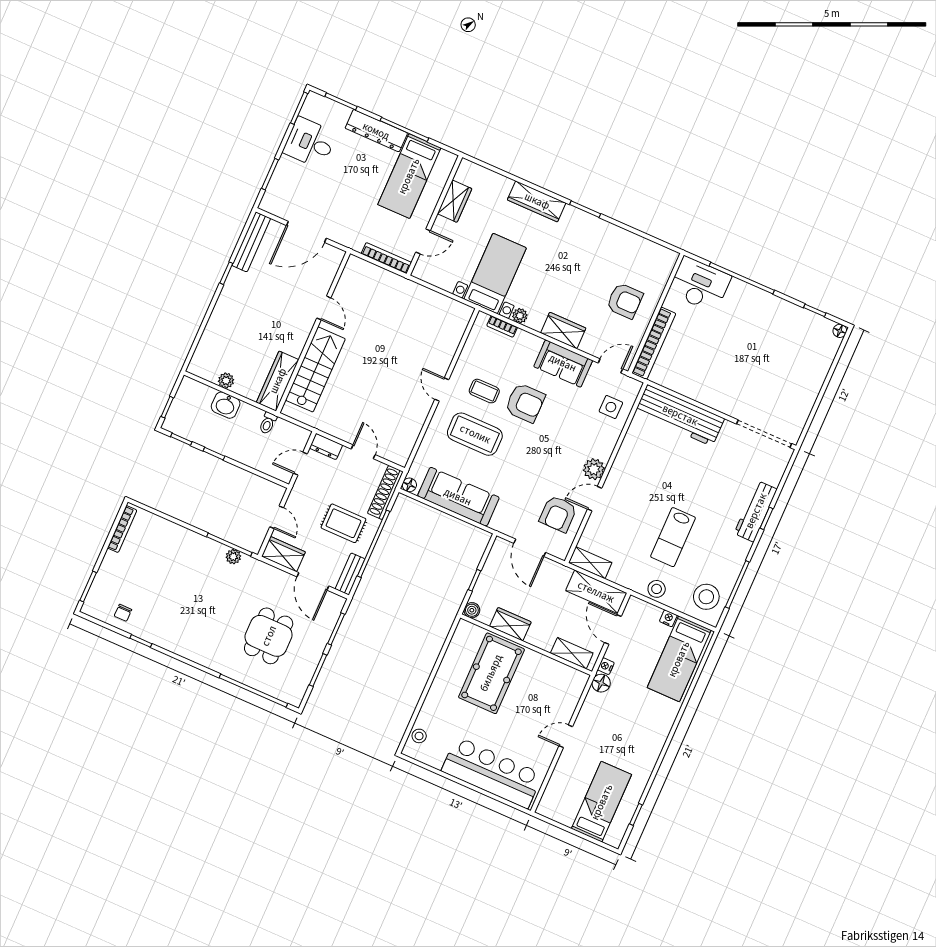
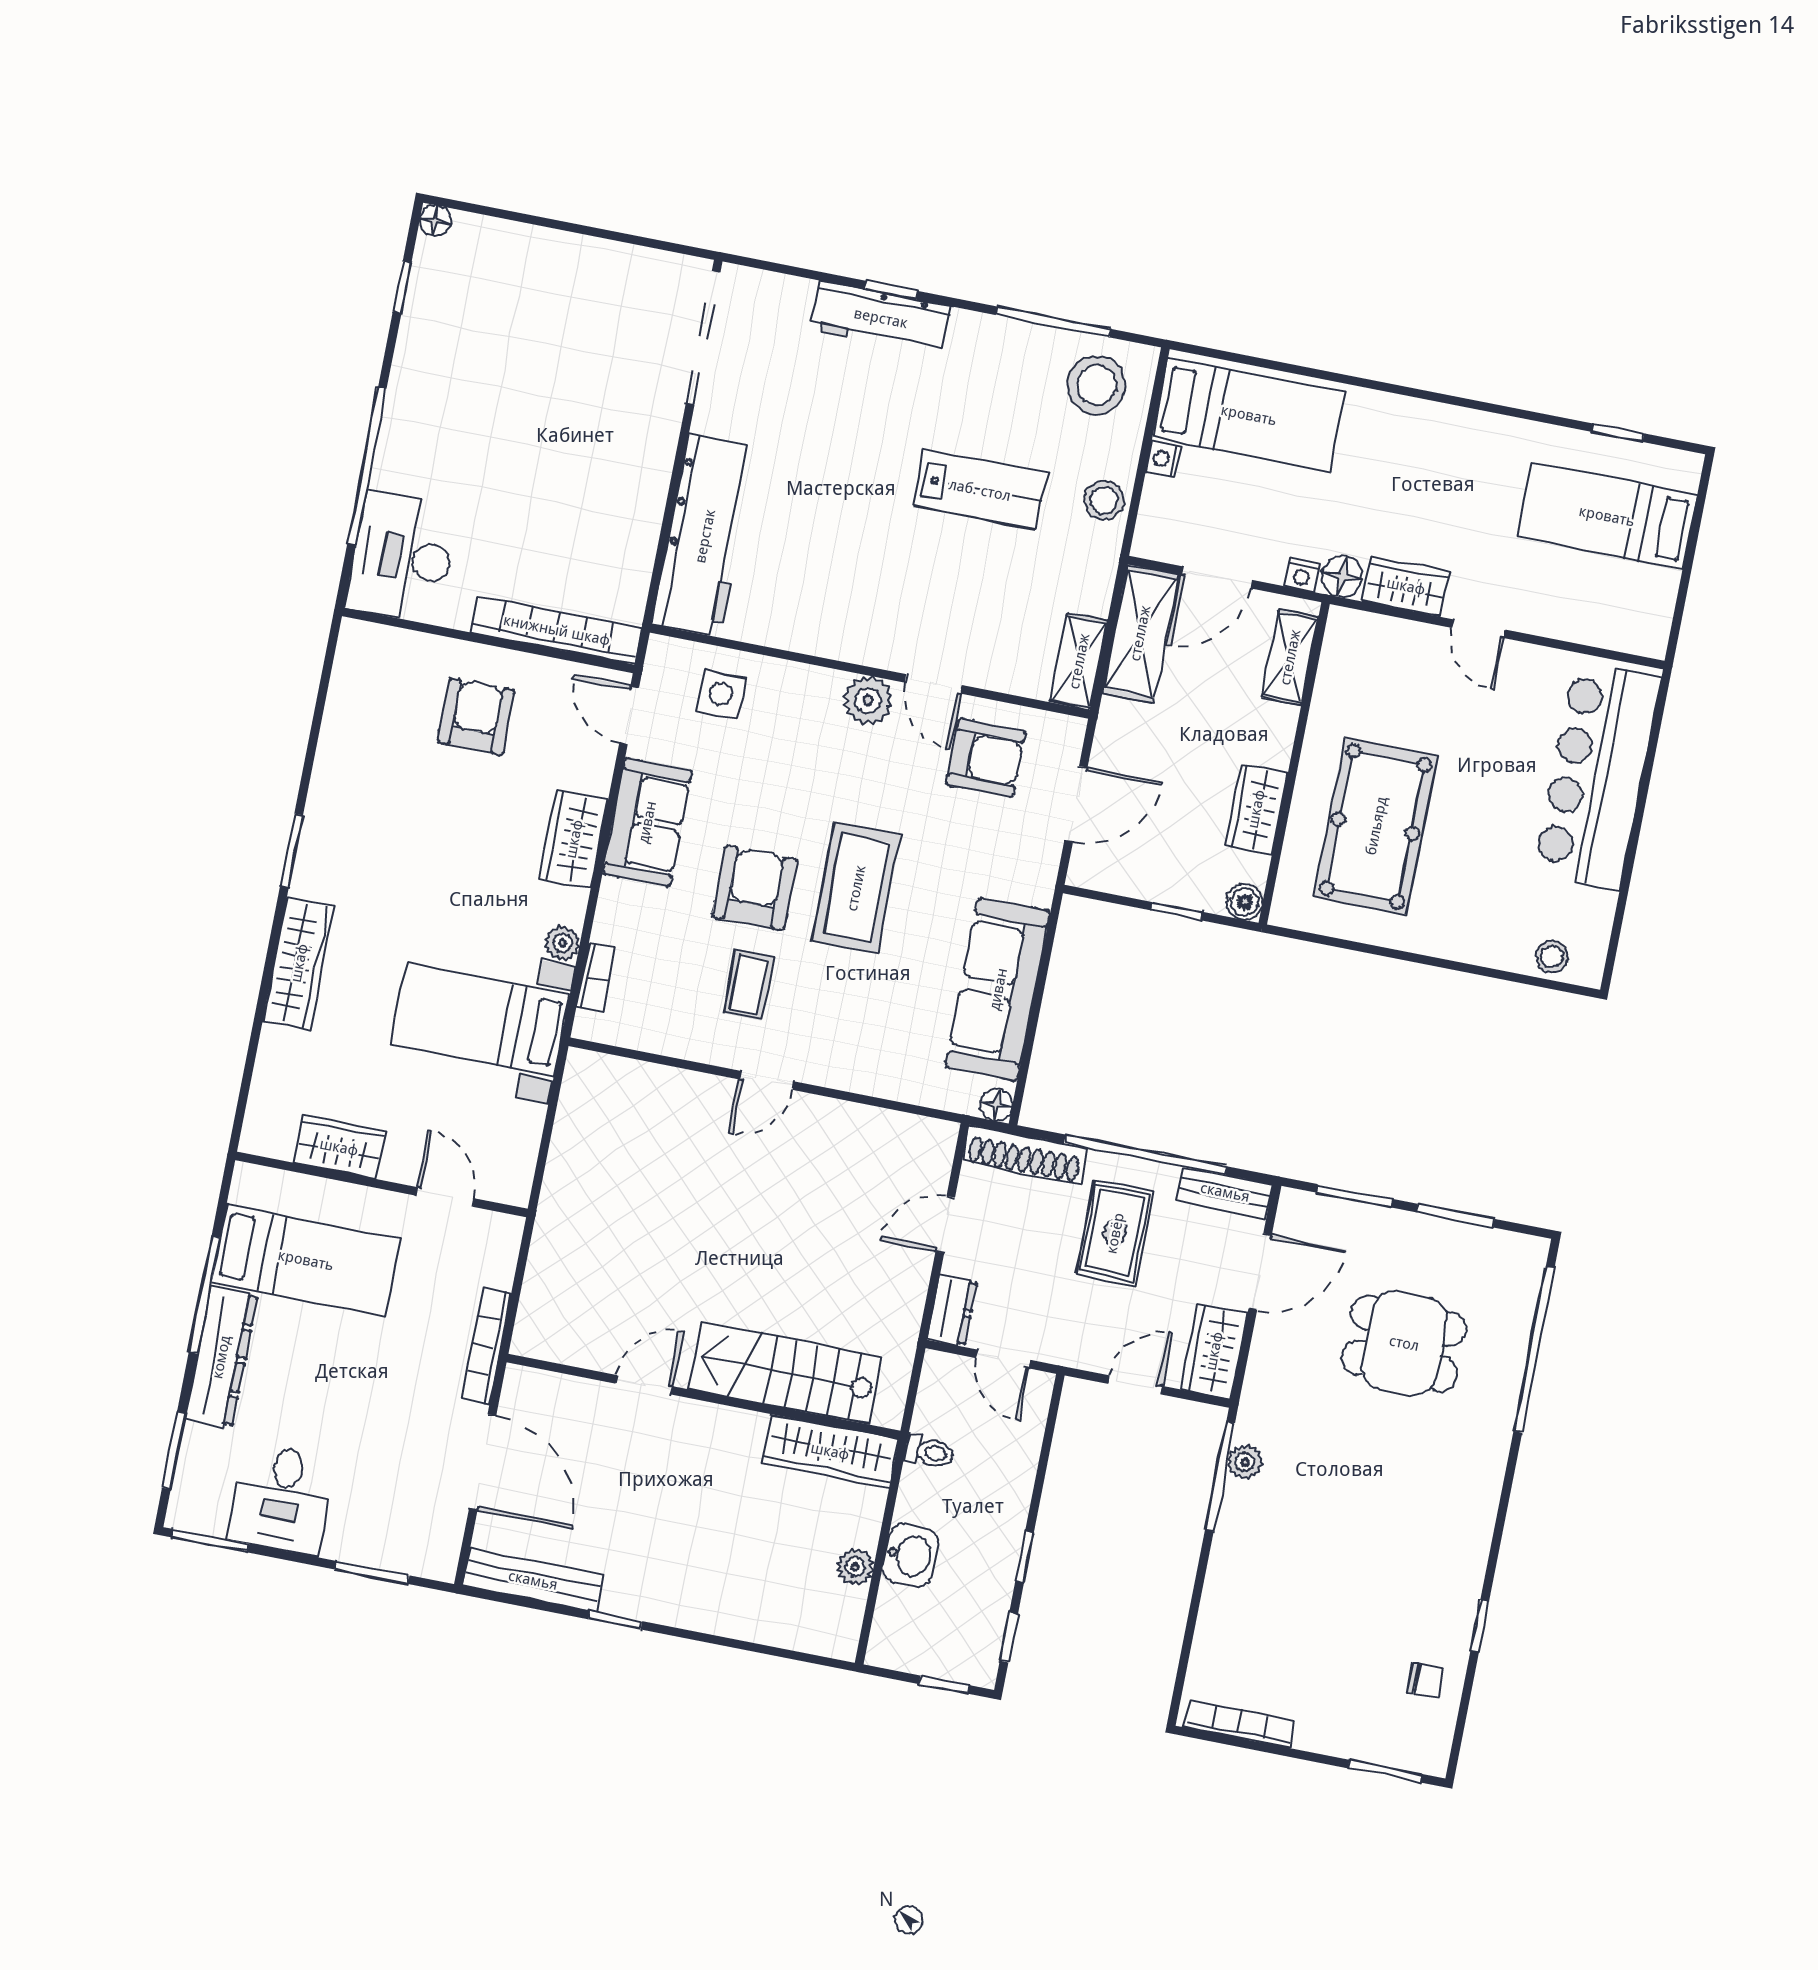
bookcase: (386, 258) -> (486, 1346), moved
coffee table: (475, 434) -> (856, 888), moved
pool table: (491, 673) -> (1376, 826), turned 90
wardrobe: (591, 709) -> (1406, 586), added

